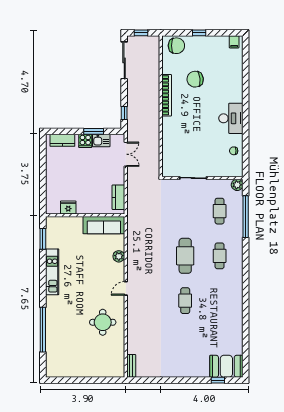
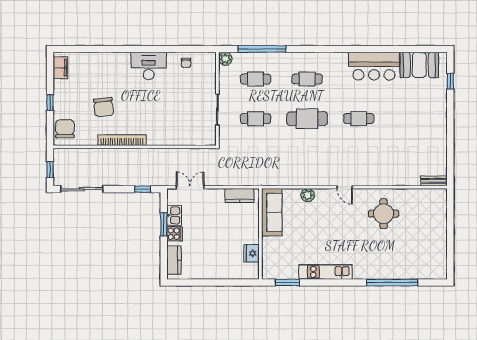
filing cabinet: (234, 42) -> (60, 68), width x2.00
cafe table: (185, 211) -> (256, 119), added
bar counter: (231, 314) -> (374, 66), added
booth: (226, 366) -> (419, 65), moved, turned 90

